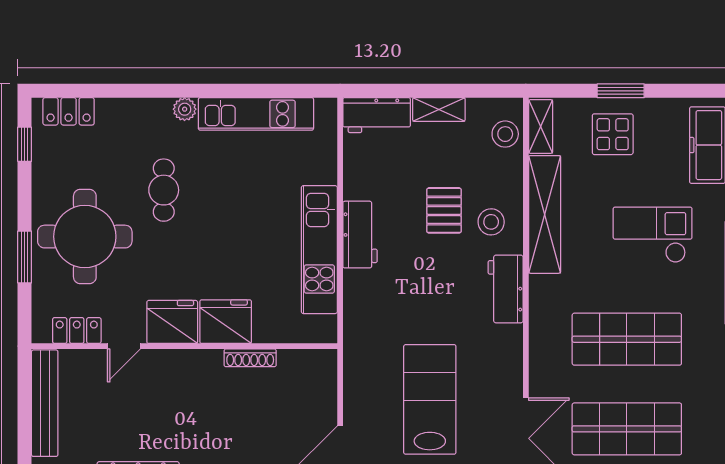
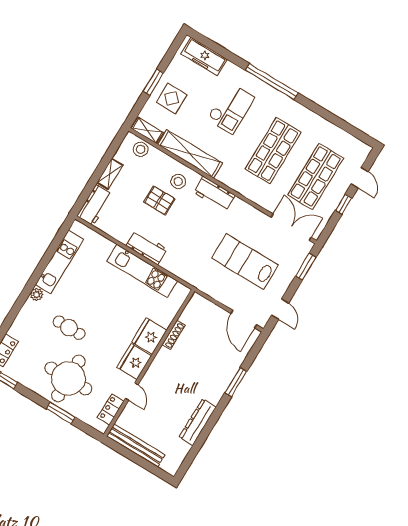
checkout: (653, 235) -> (231, 108), turned 180

